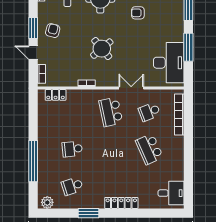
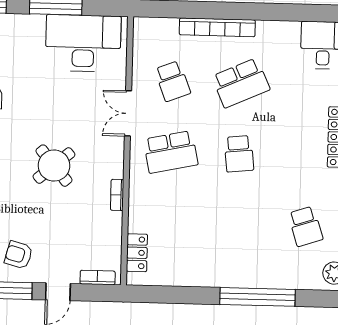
bookcase: (179, 114) -> (217, 27), moved
school desk: (72, 149) -> (239, 154), moved

